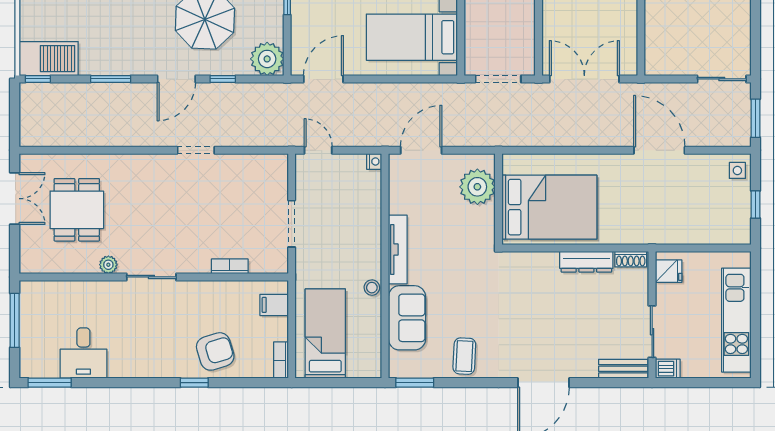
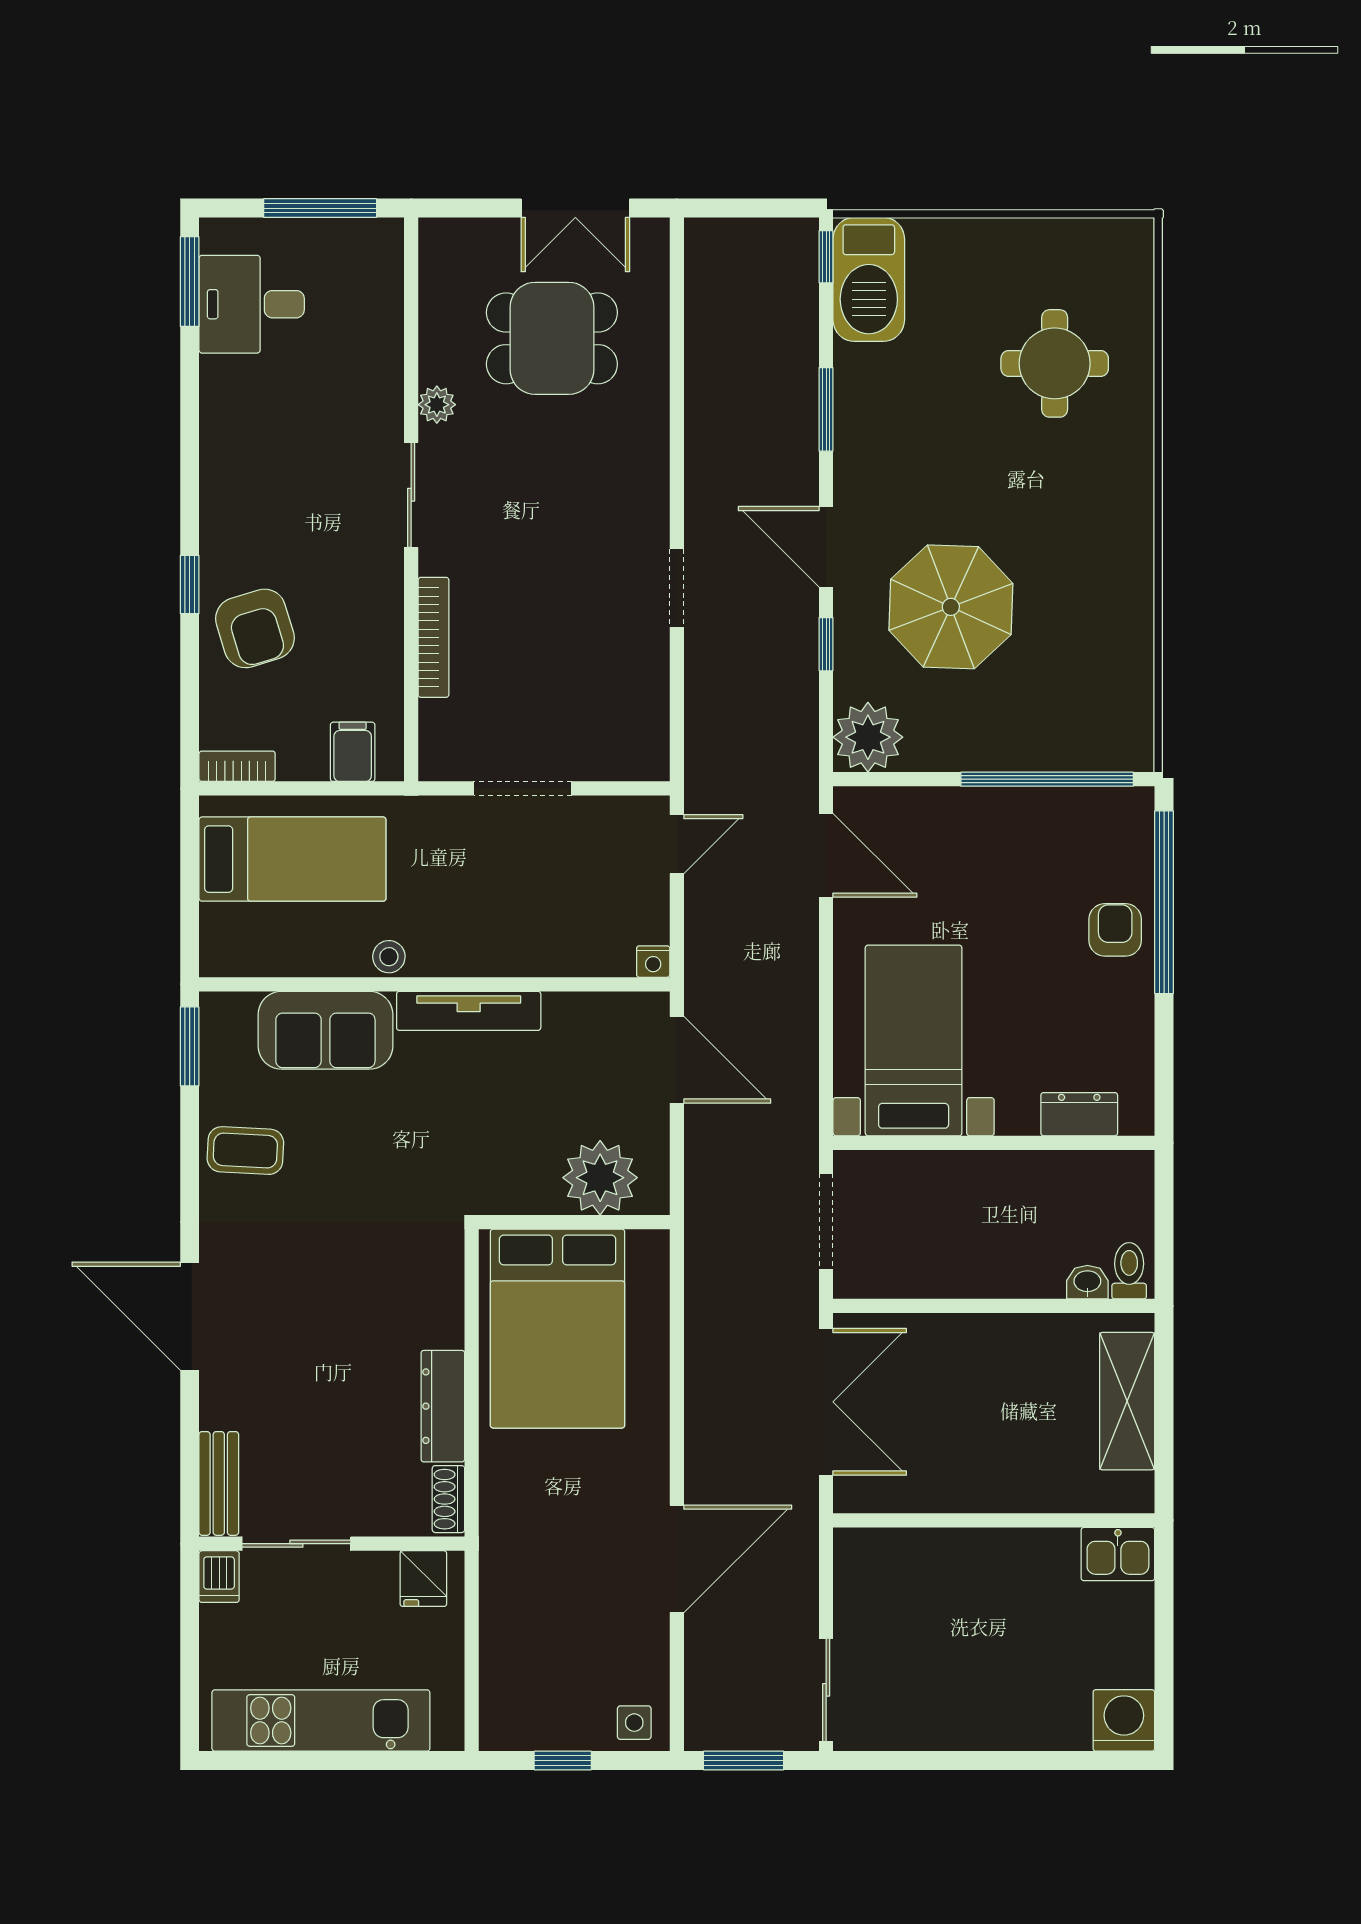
bookcase: (230, 266) -> (433, 637), width x1.56
desk: (83, 353) -> (252, 304), moved

